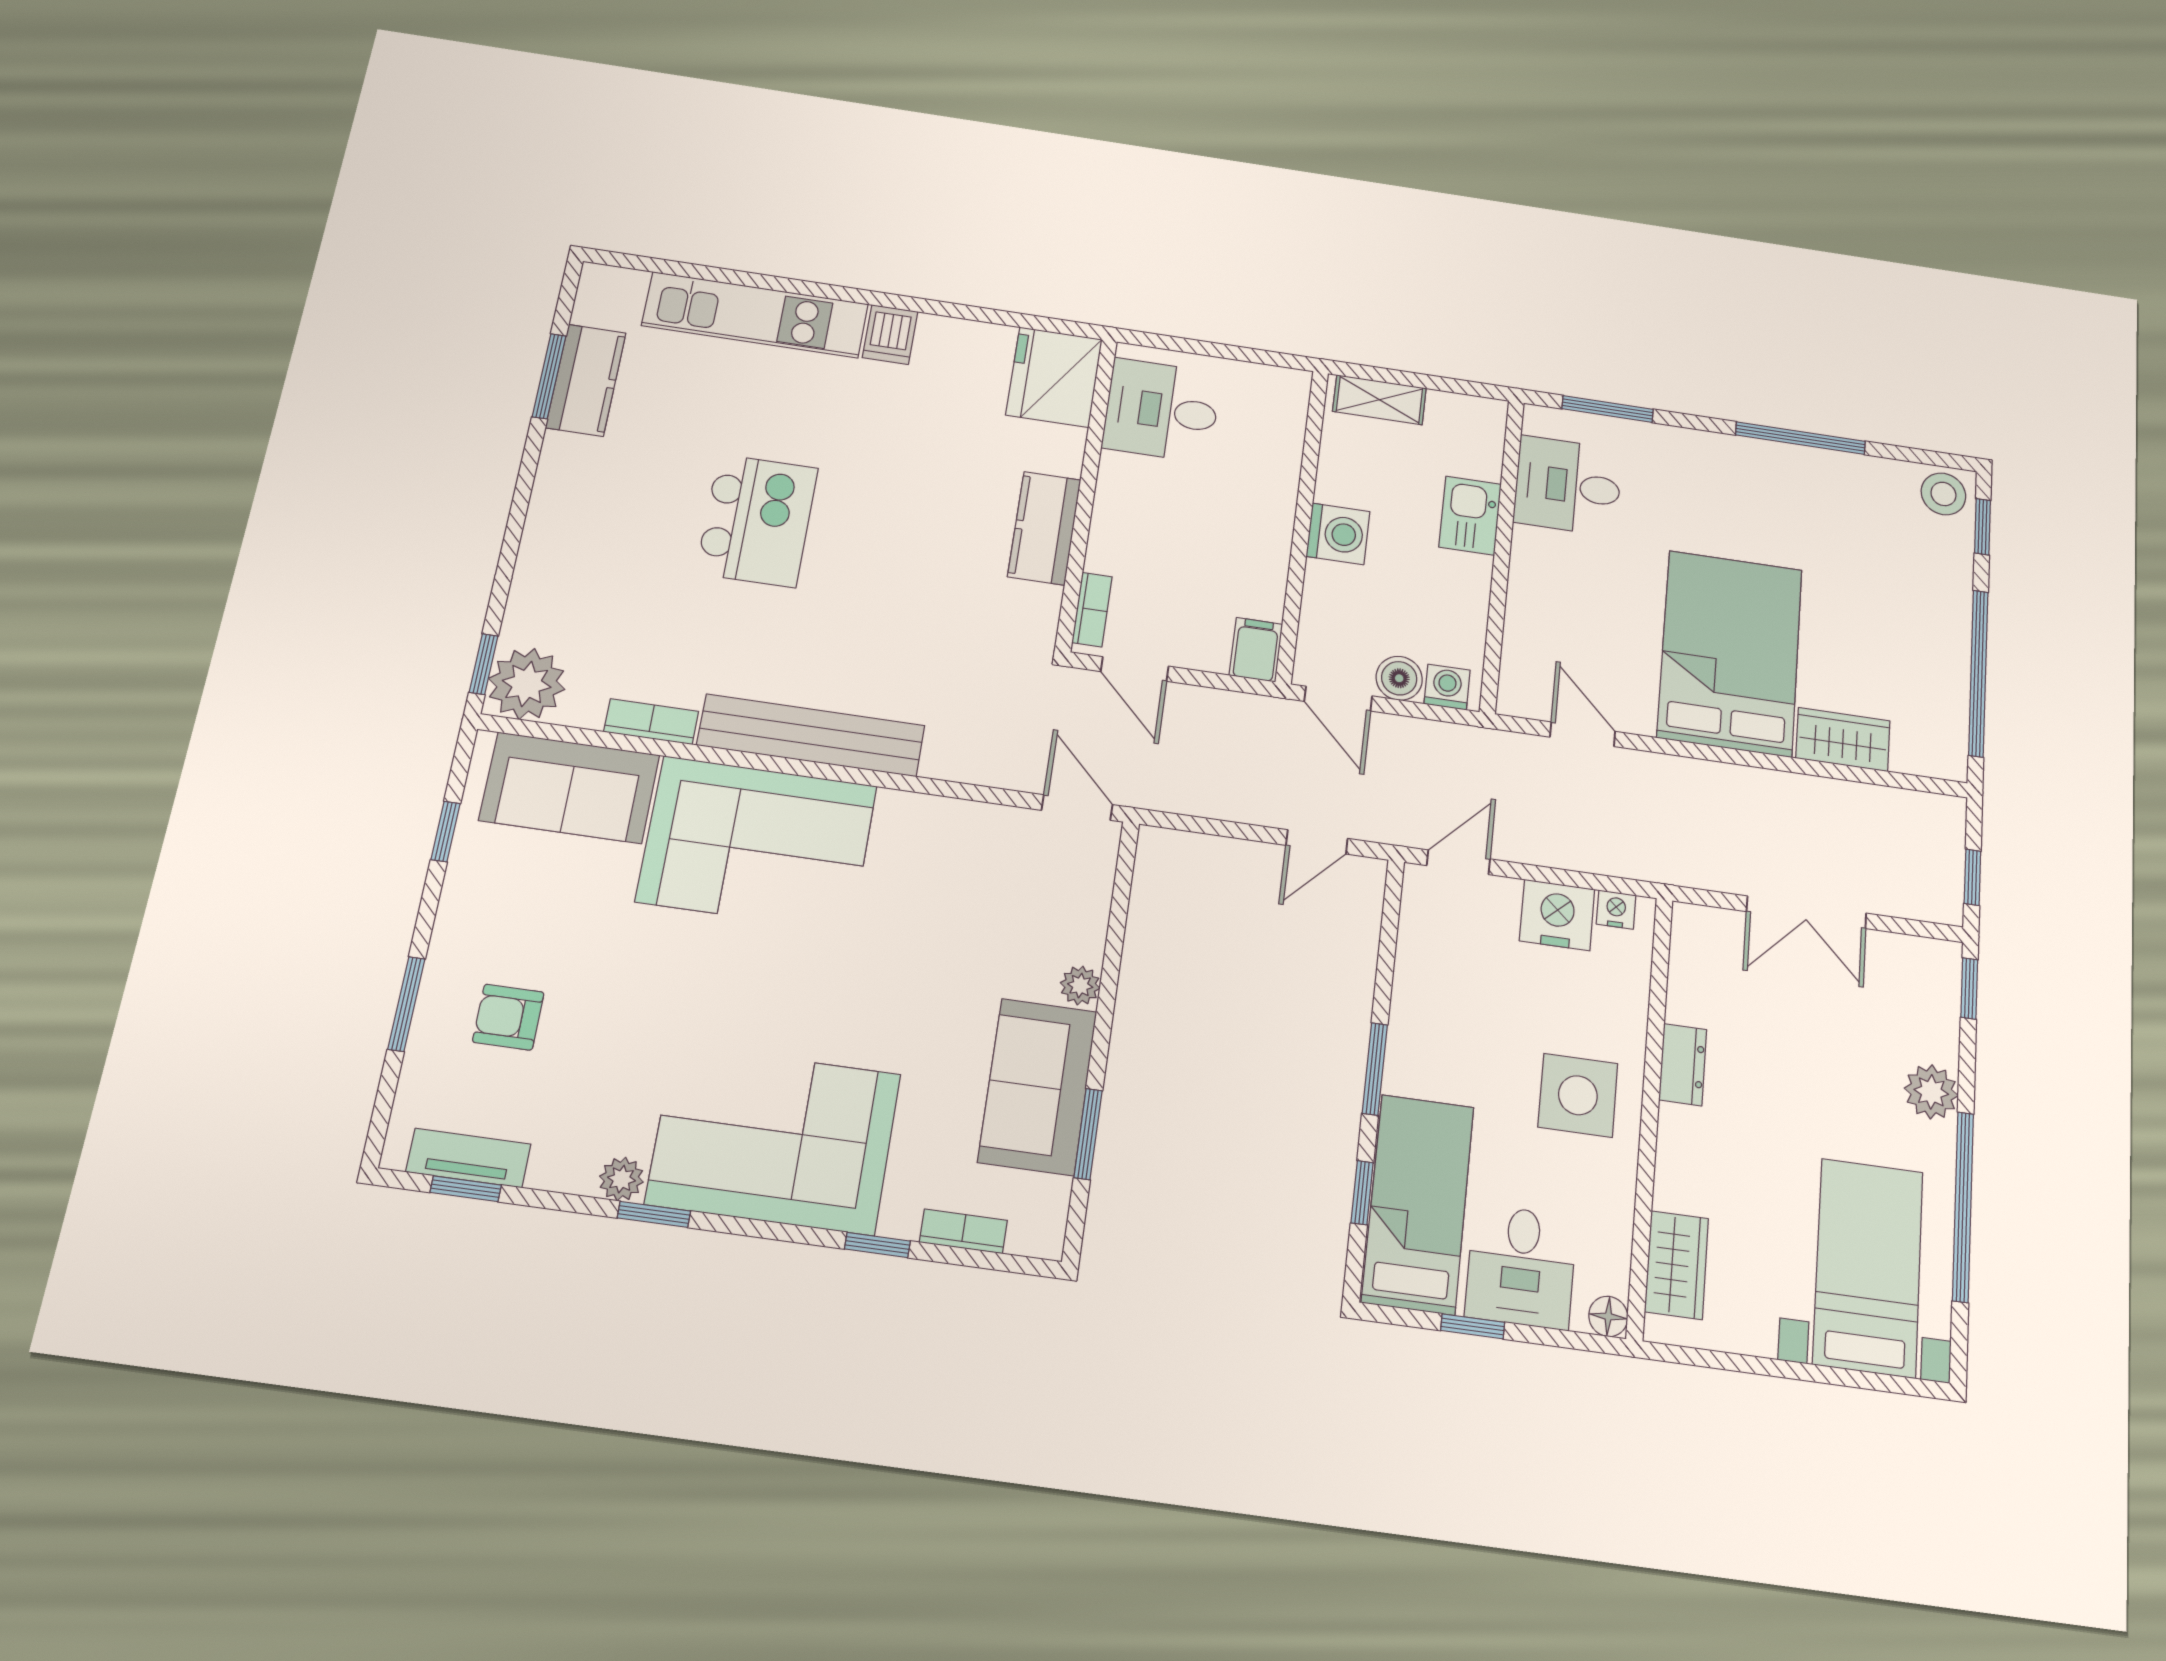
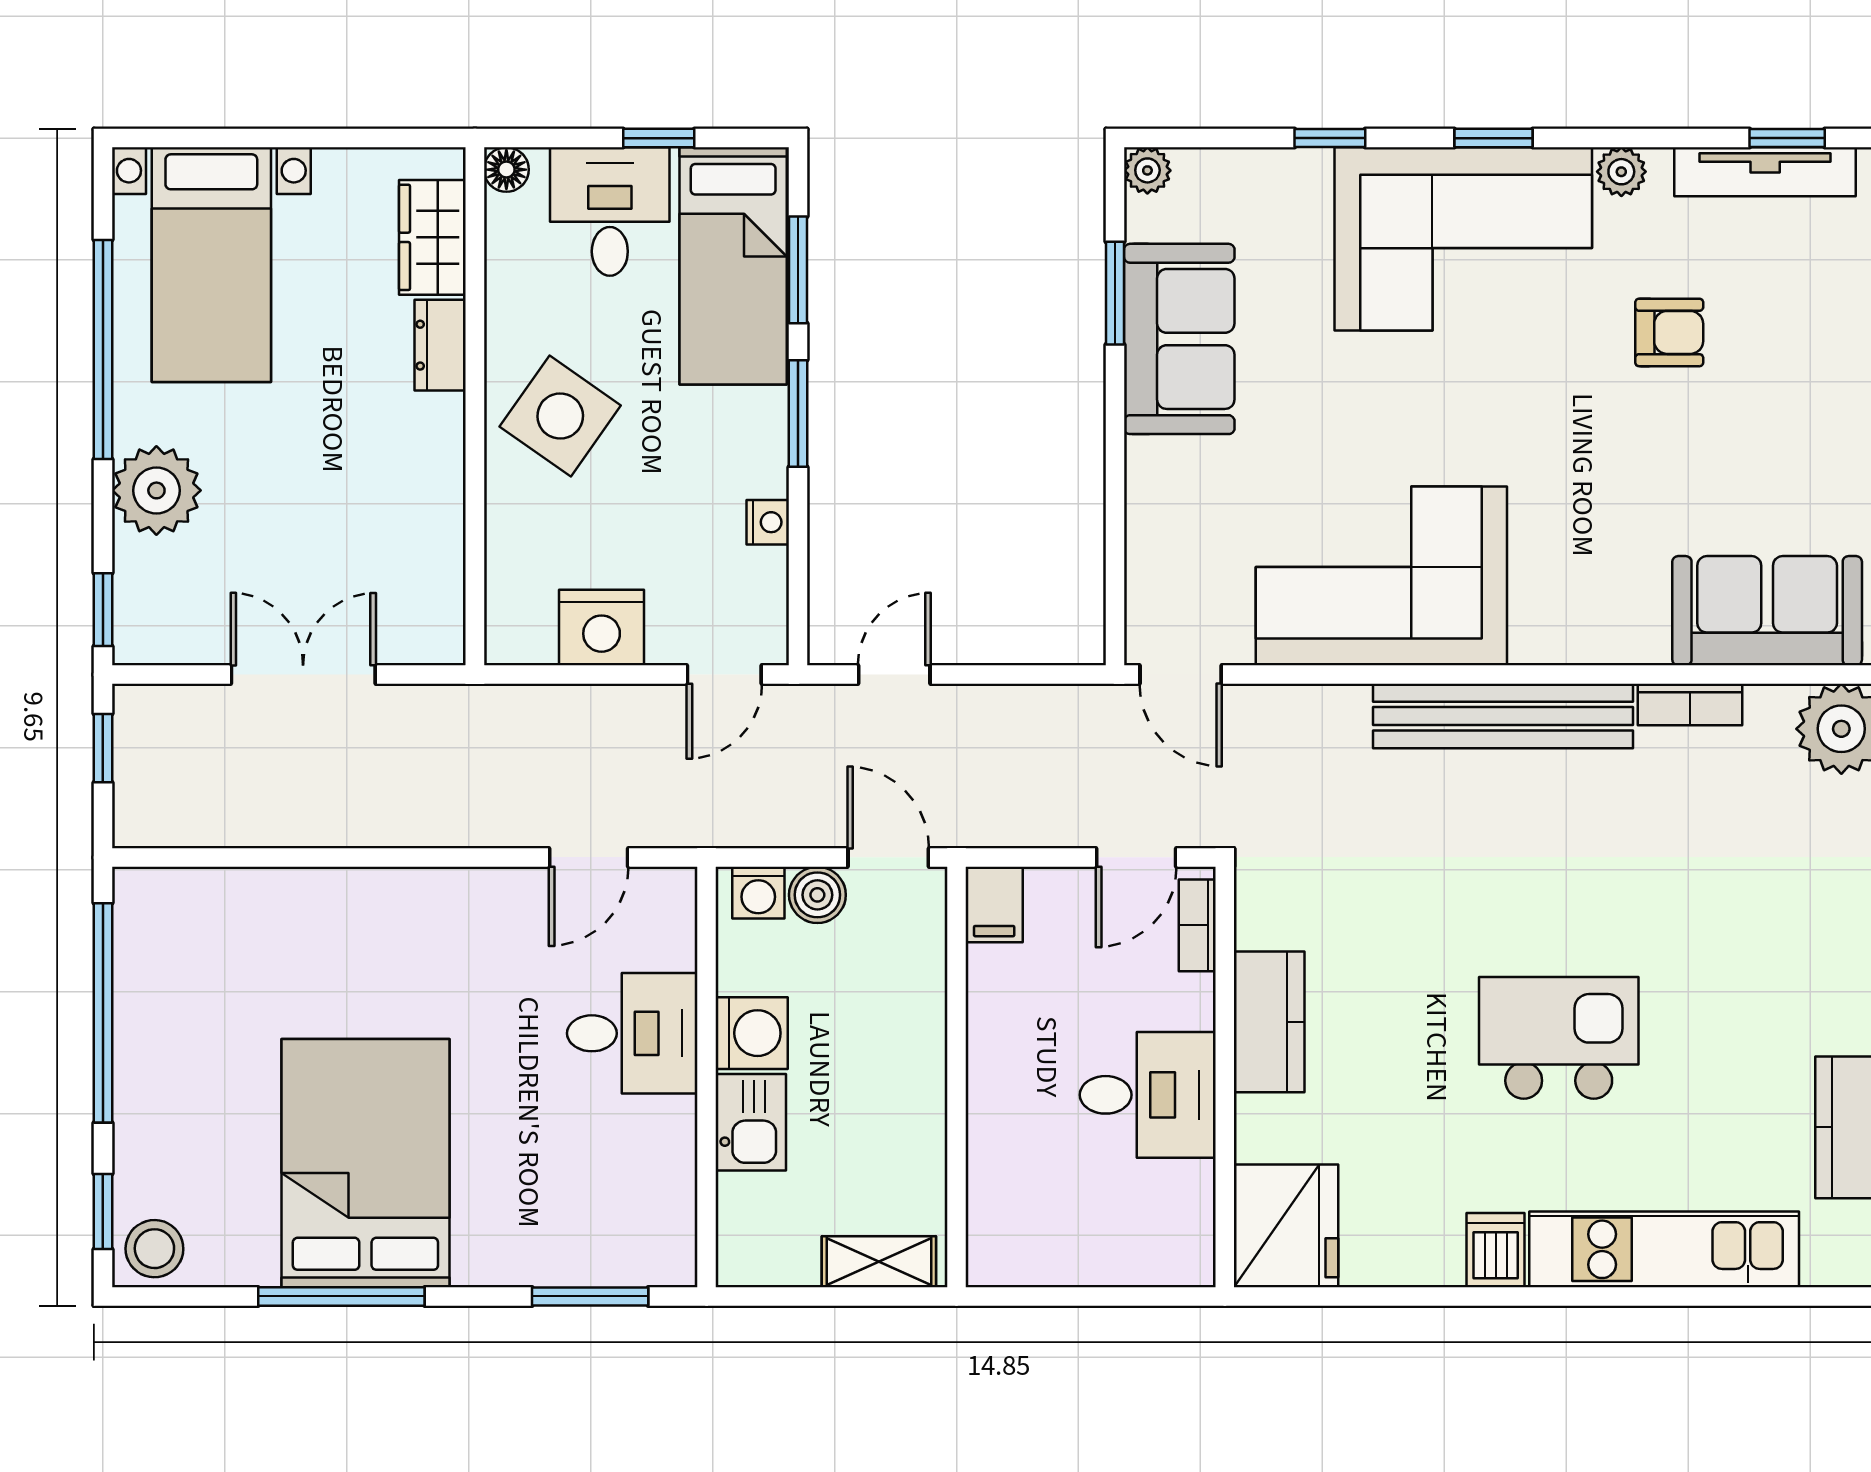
desk: (1162, 410) -> (1148, 1095), moved
desk: (1568, 486) -> (632, 1033), moved
kitchen island: (757, 520) -> (1559, 1038), moved, turned 90
washing machine: (1338, 534) -> (752, 1033), moved, turned 180
bed: (1730, 653) -> (365, 1163), moved, turned 180
door: (1135, 669) -> (1136, 857), swing flipped
door: (1583, 734) -> (589, 857), hinge flipped
wardrobe: (1843, 739) -> (269, 900), removed
corner sofa: (757, 843) -> (1381, 576), moved
nightstand: (1616, 910) -> (768, 522), moved, turned -90
plant: (1080, 986) -> (1147, 170), moved
armchair: (508, 1017) -> (1669, 332), moved
dresser: (1683, 1065) -> (440, 345), moved
plant: (1931, 1092) -> (156, 490), width x1.36, depth x1.36
side table: (1578, 1095) -> (560, 416), turned 35
tv unit: (468, 1158) -> (1765, 172), width x1.41
window: (1362, 1193) -> (798, 270), width x1.50
window: (654, 1214) -> (1494, 138), moved
bookcase: (963, 1231) -> (1238, 166), removed

